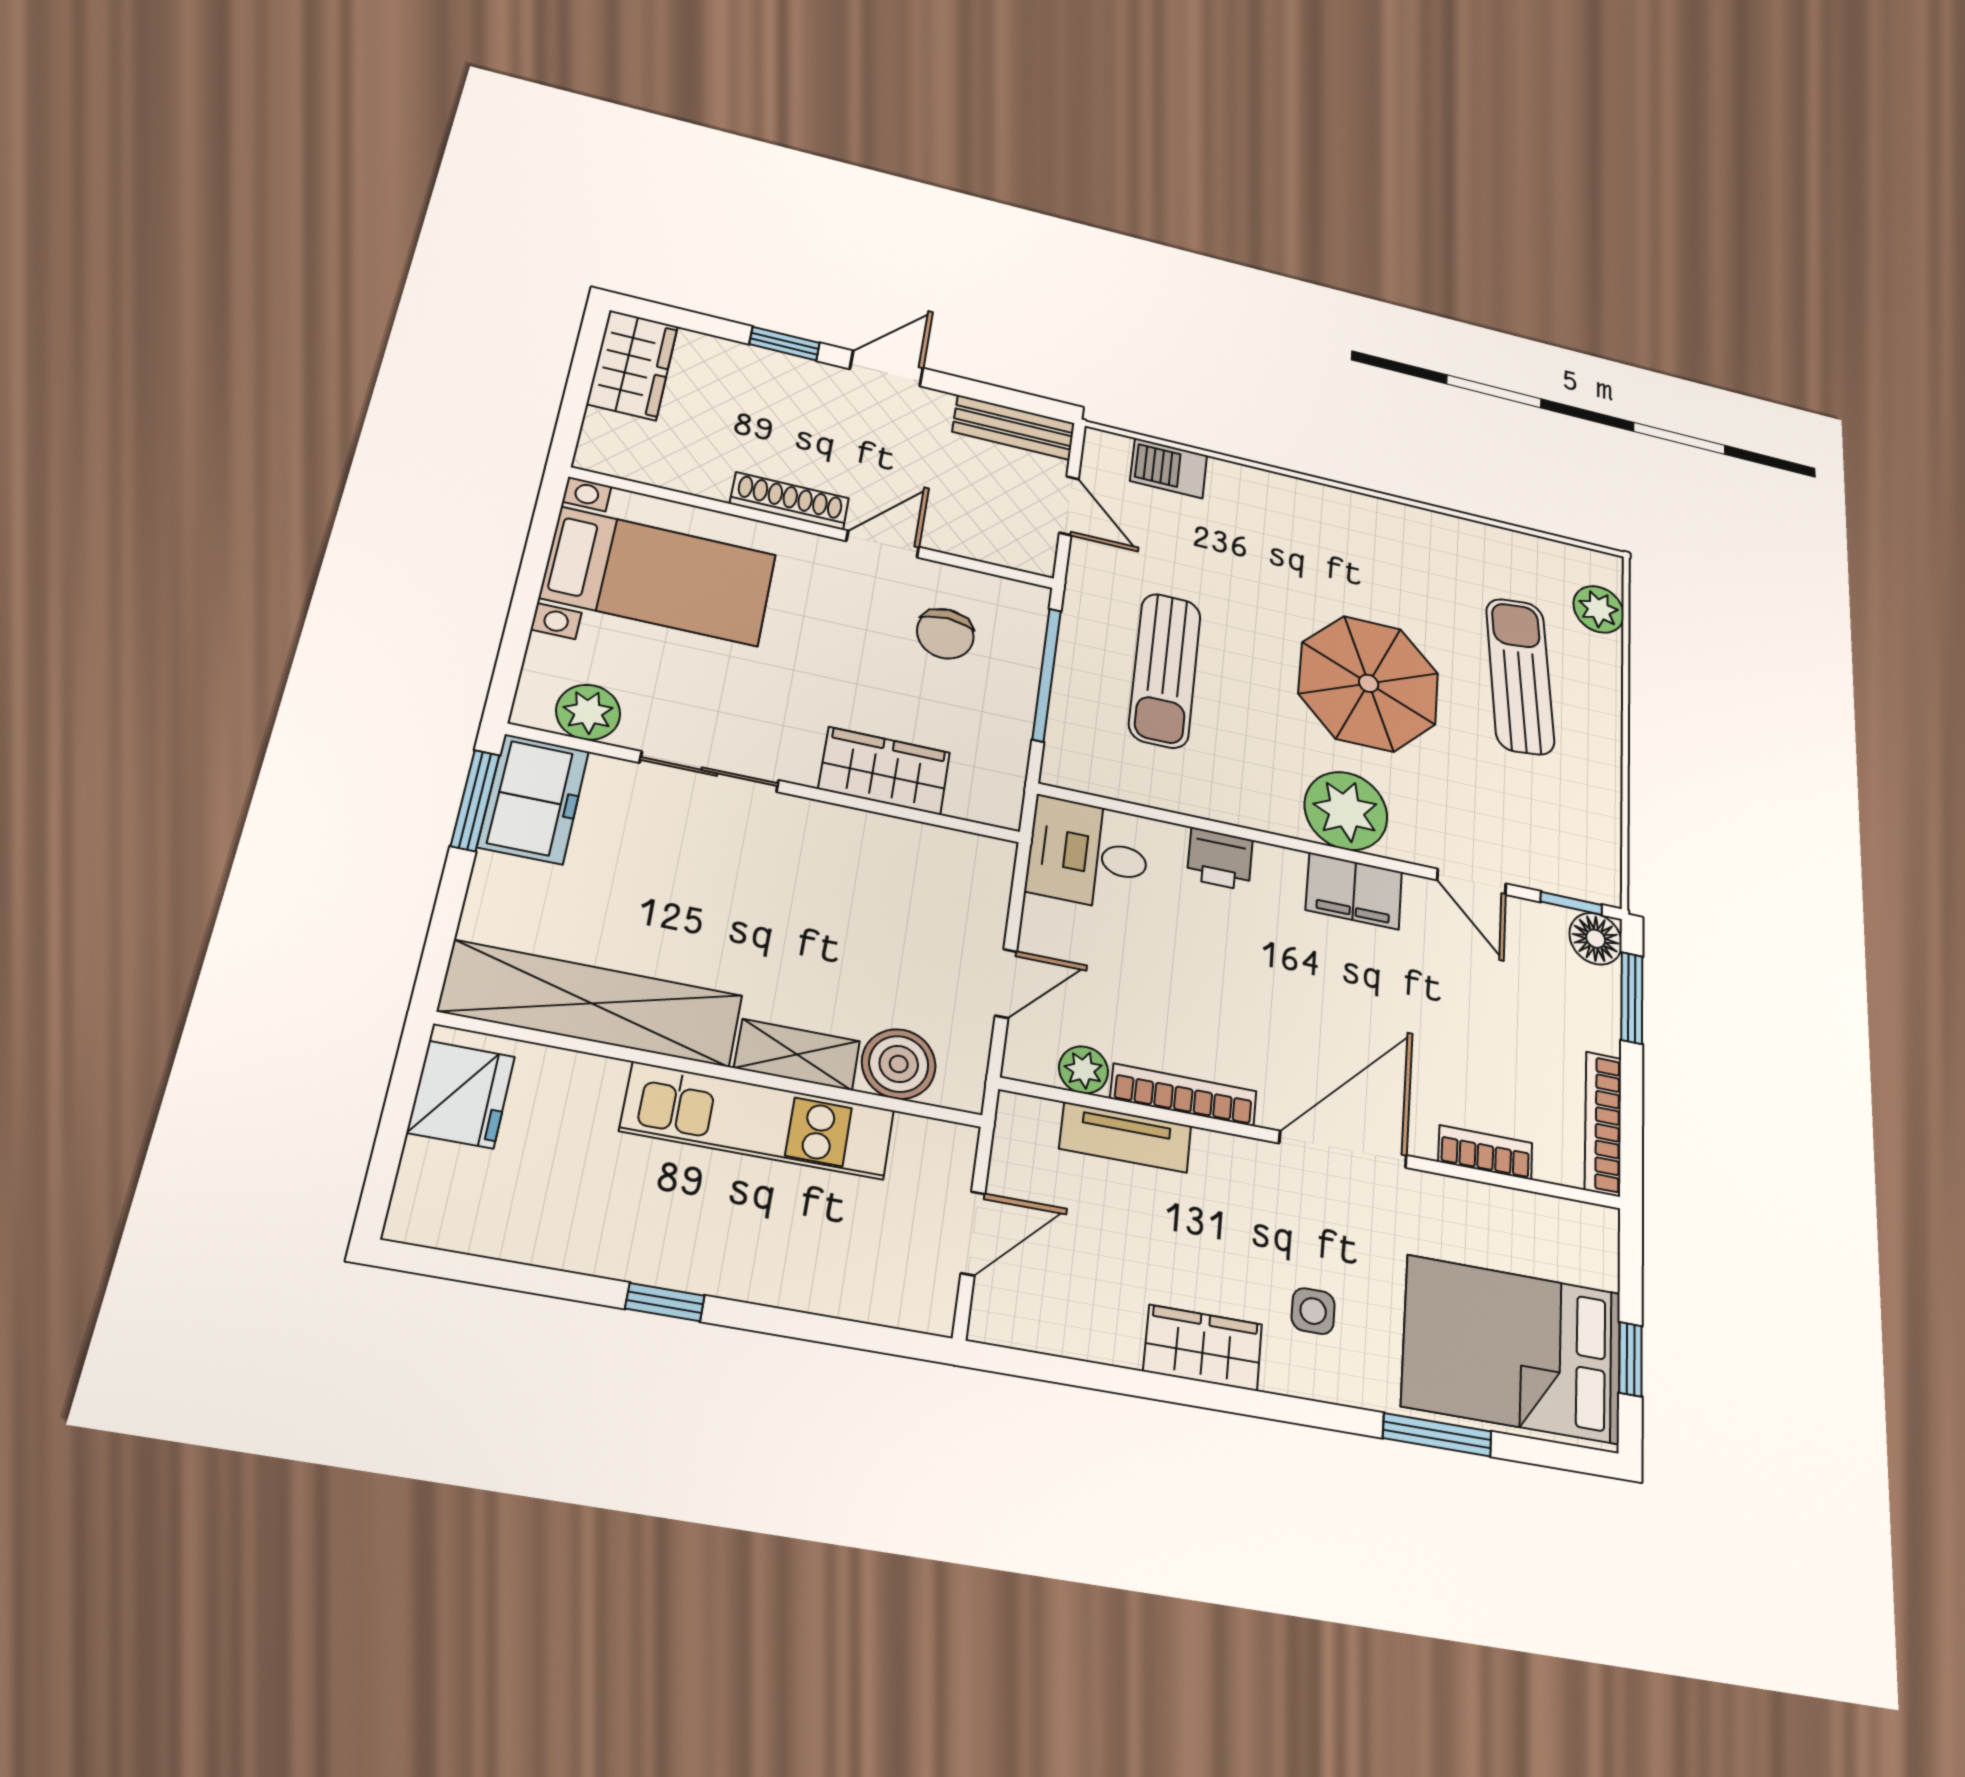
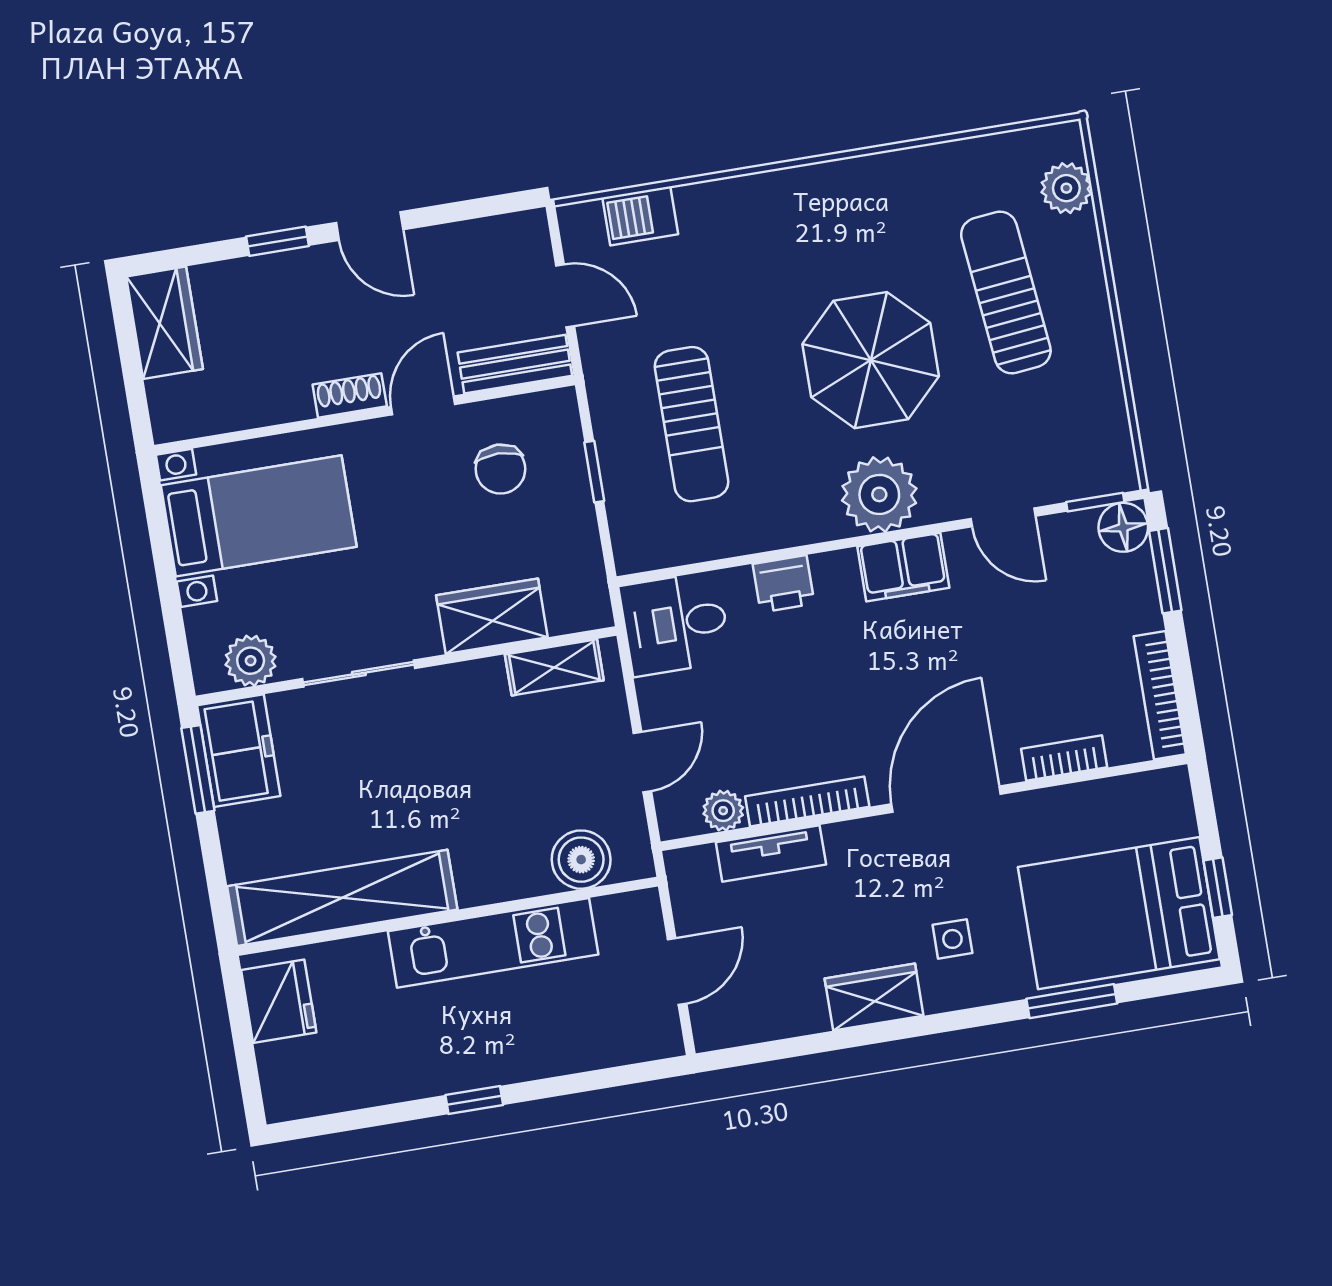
door: (887, 368) -> (370, 226), swing flipped
bench: (1014, 427) -> (515, 364), moved
shoe rack: (789, 501) -> (350, 395), width x0.70
window: (1047, 675) -> (594, 472), width x0.46
shelving: (797, 1055) -> (554, 667), moved

